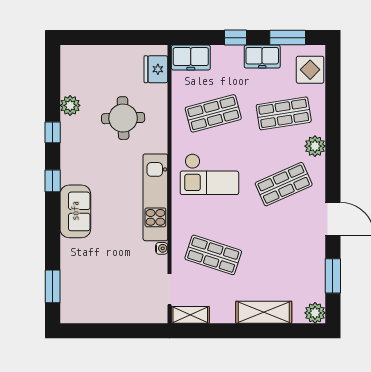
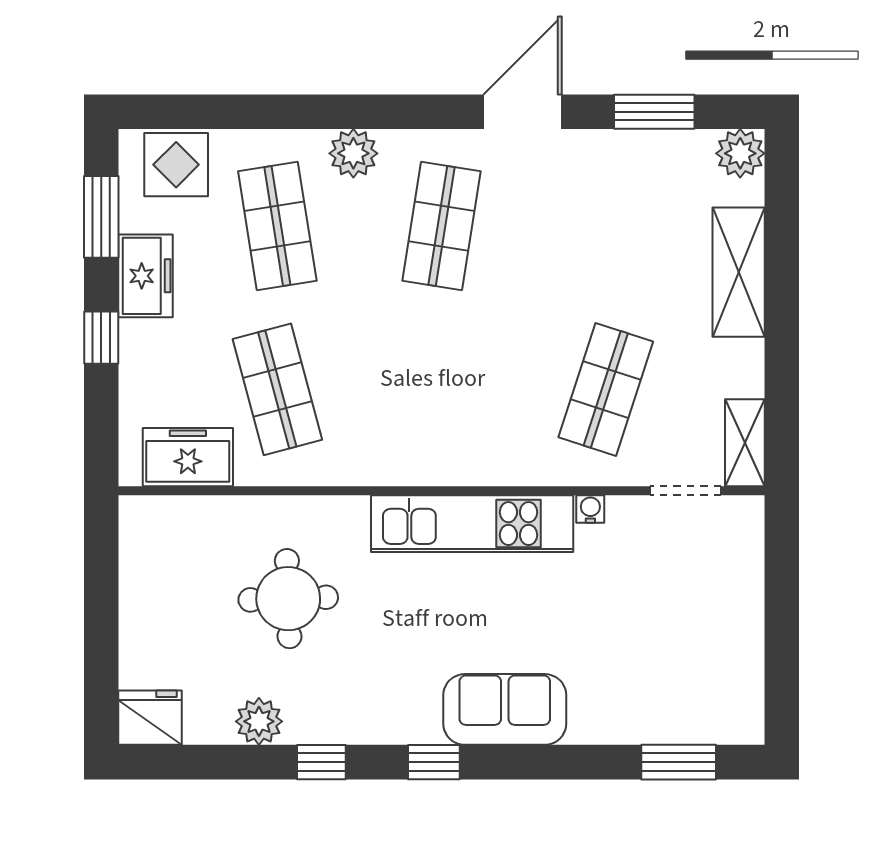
freezer: (191, 58) -> (188, 457), moved, turned -90
fridge: (156, 69) -> (150, 718), moved, turned 180
checkout: (209, 174) -> (418, 398), removed
shop shelf: (284, 184) -> (442, 226), turned 33

